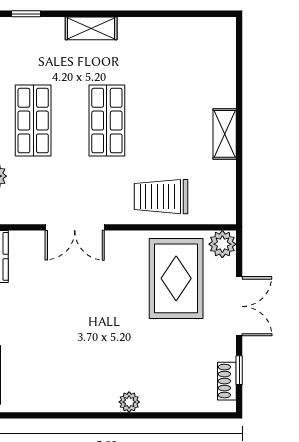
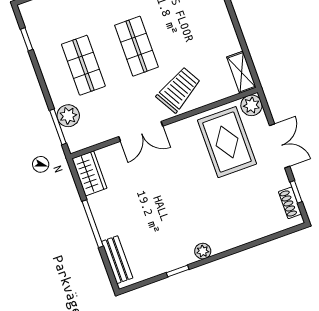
shelving: (225, 134) -> (241, 72), moved
trolley: (161, 197) -> (179, 90), moved, turned 150
plant: (129, 402) -> (203, 251), moved
window: (58, 415) -> (178, 271), added

